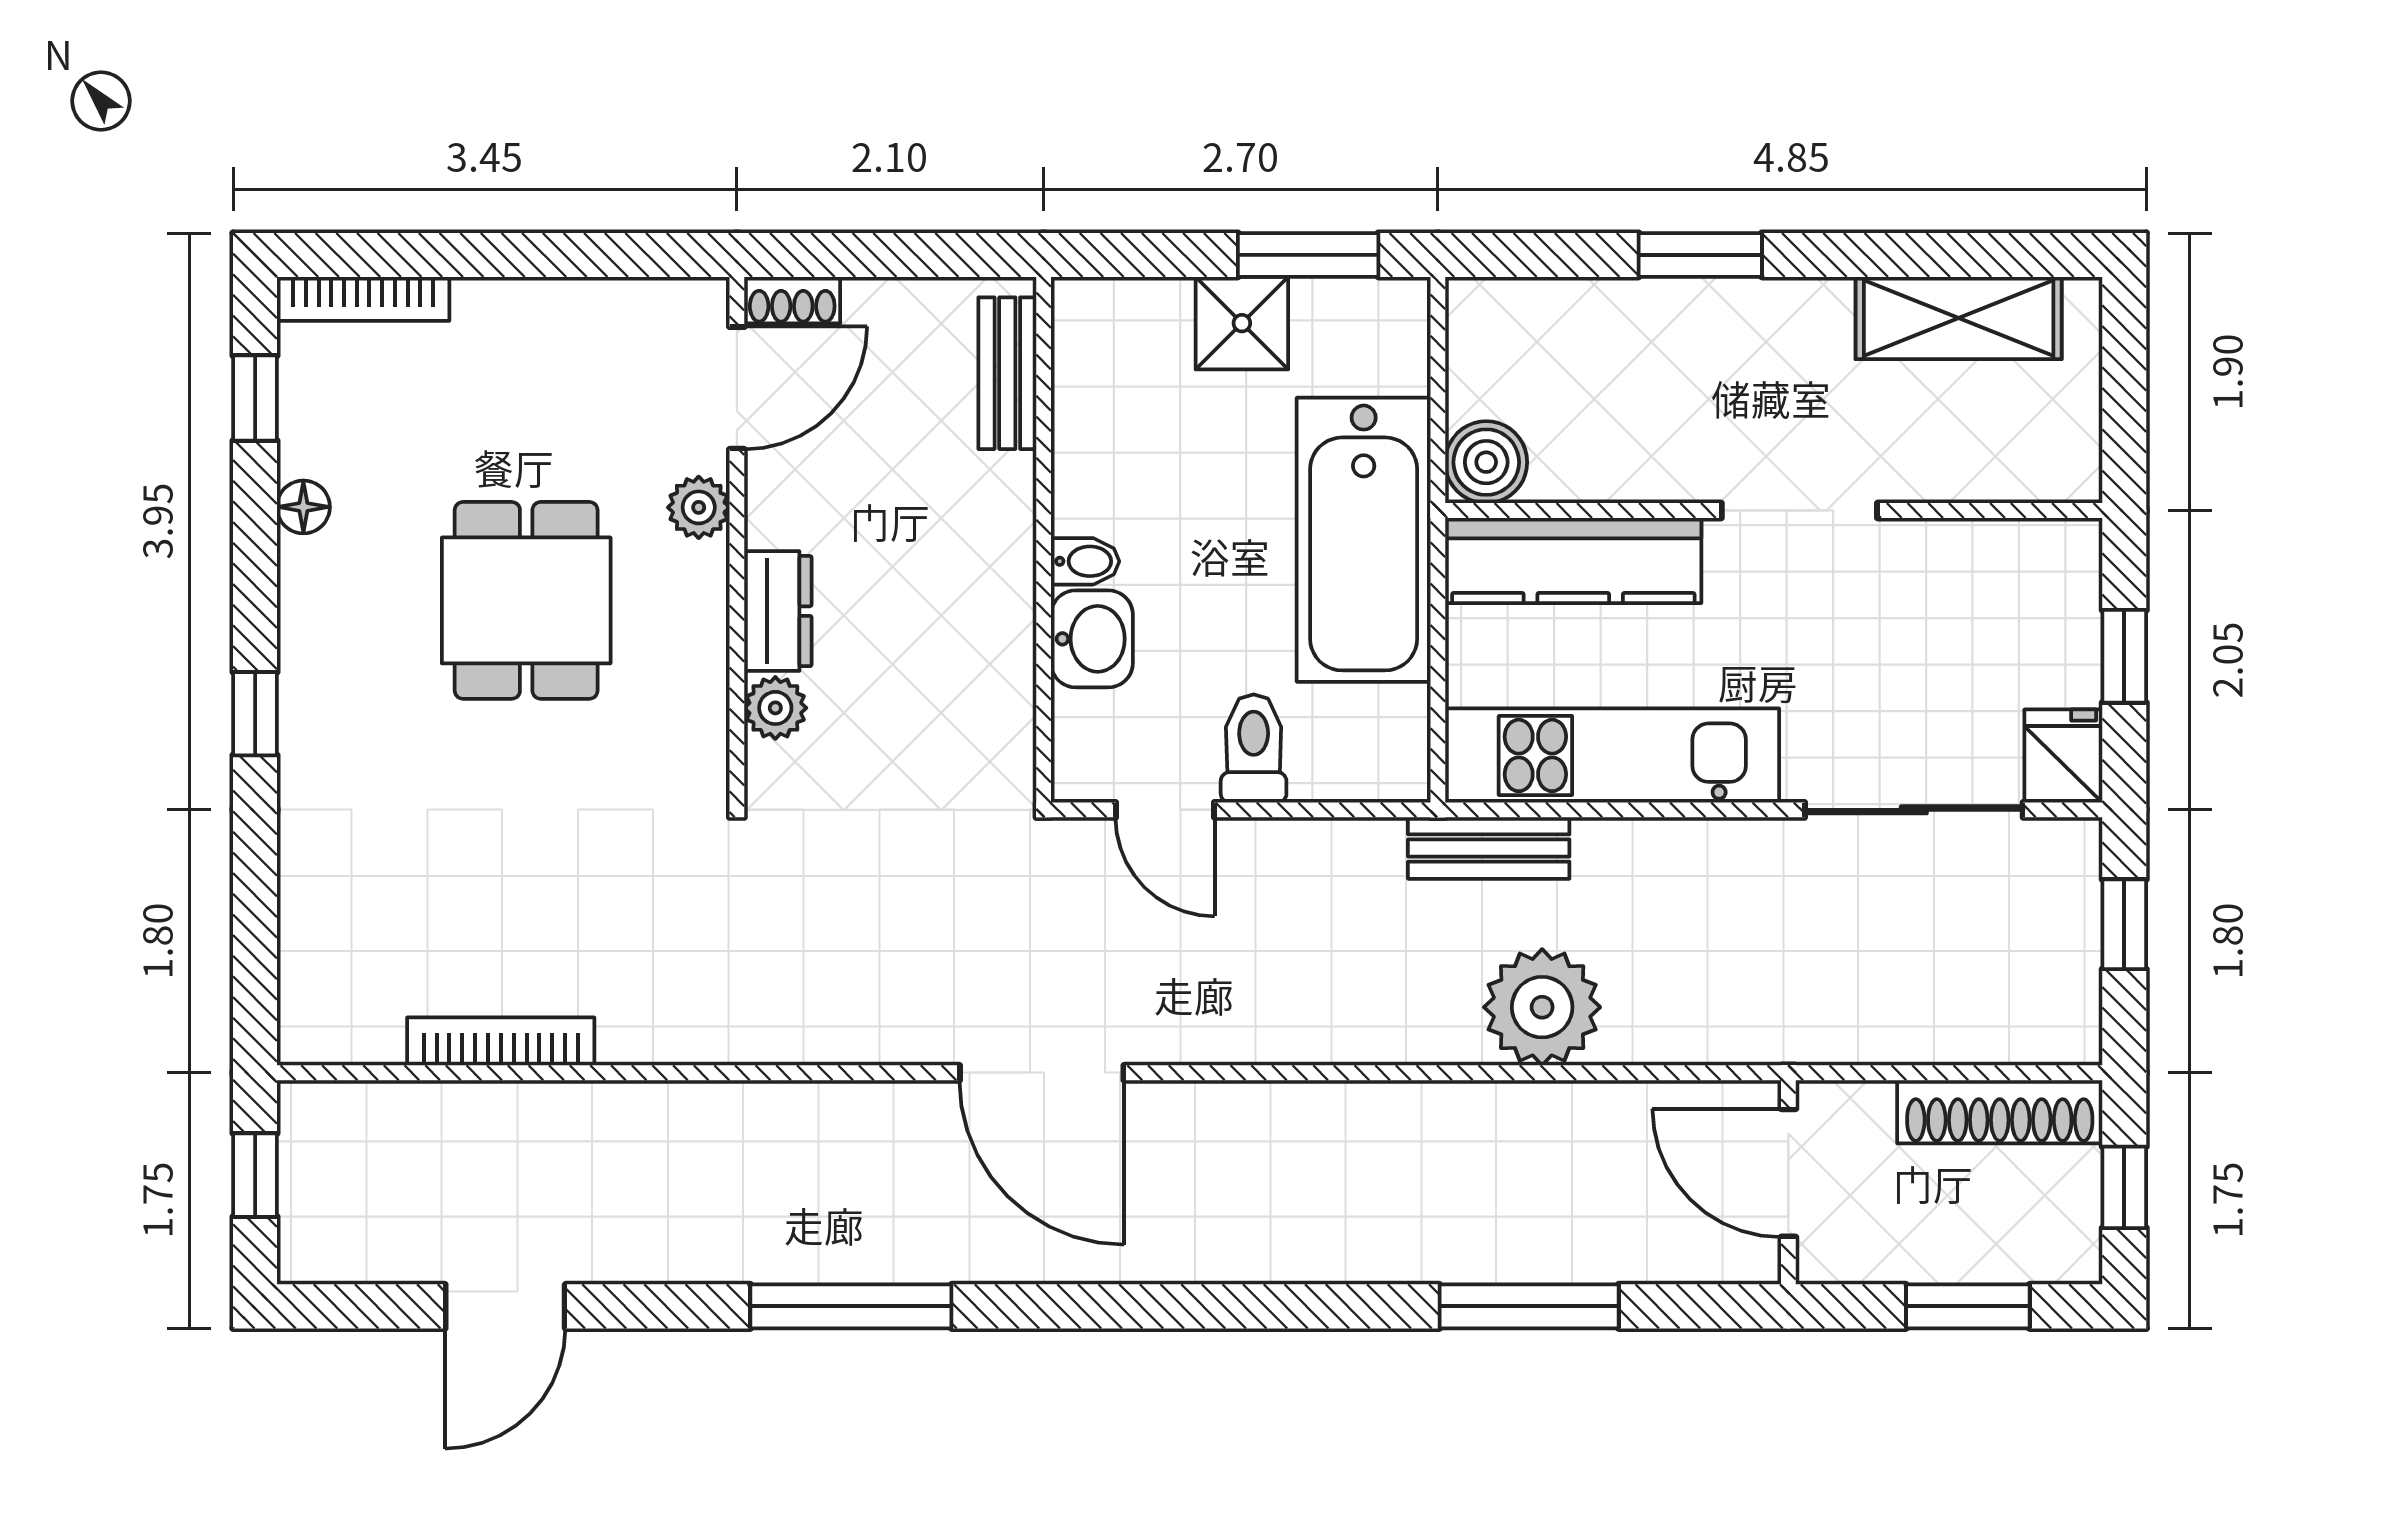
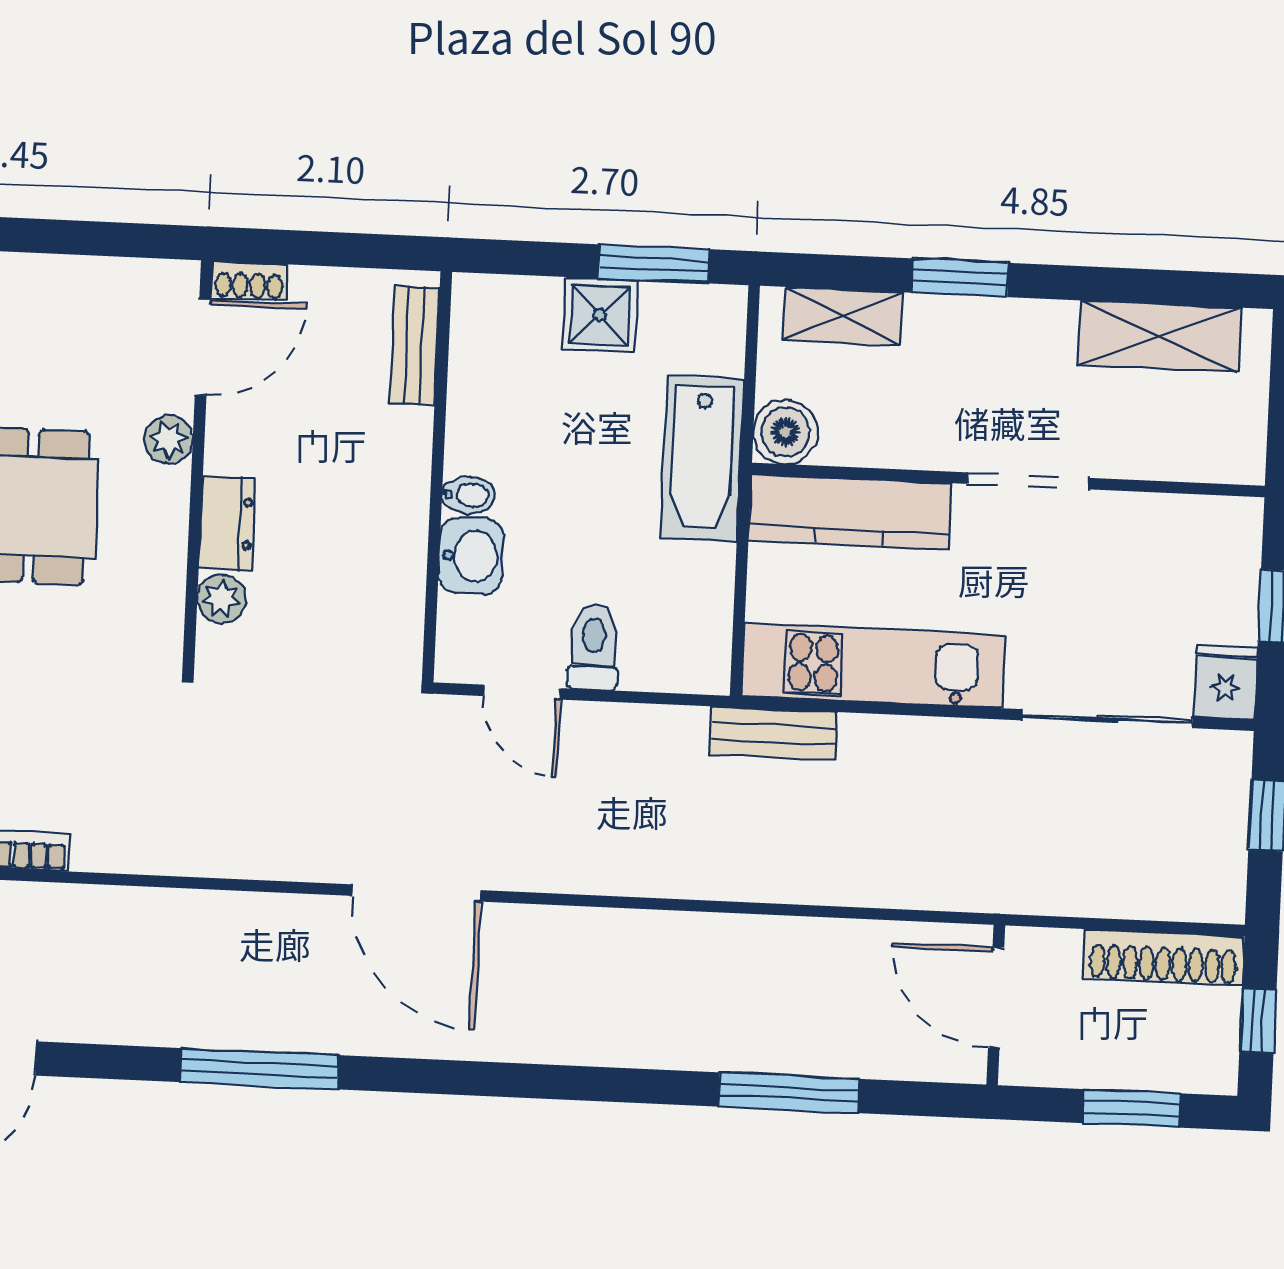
shelving: (1553, 311) -> (843, 316), added
bathtub: (1364, 540) -> (702, 459), width x0.73, depth x0.73
plant: (1542, 1007) -> (810, 860), removed

